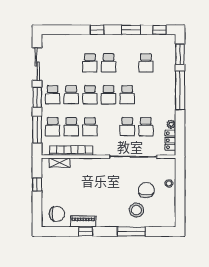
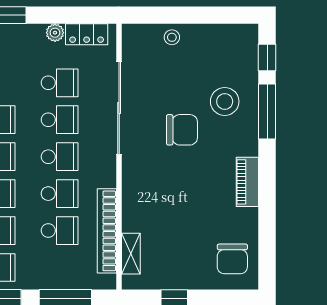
school desk: (53, 127) -> (60, 157), moved
chair: (146, 190) -> (182, 130), moved, turned 180
chair: (57, 214) -> (232, 259), turned 180
piano: (83, 221) -> (247, 182), moved
window: (86, 231) -> (267, 57), moved

